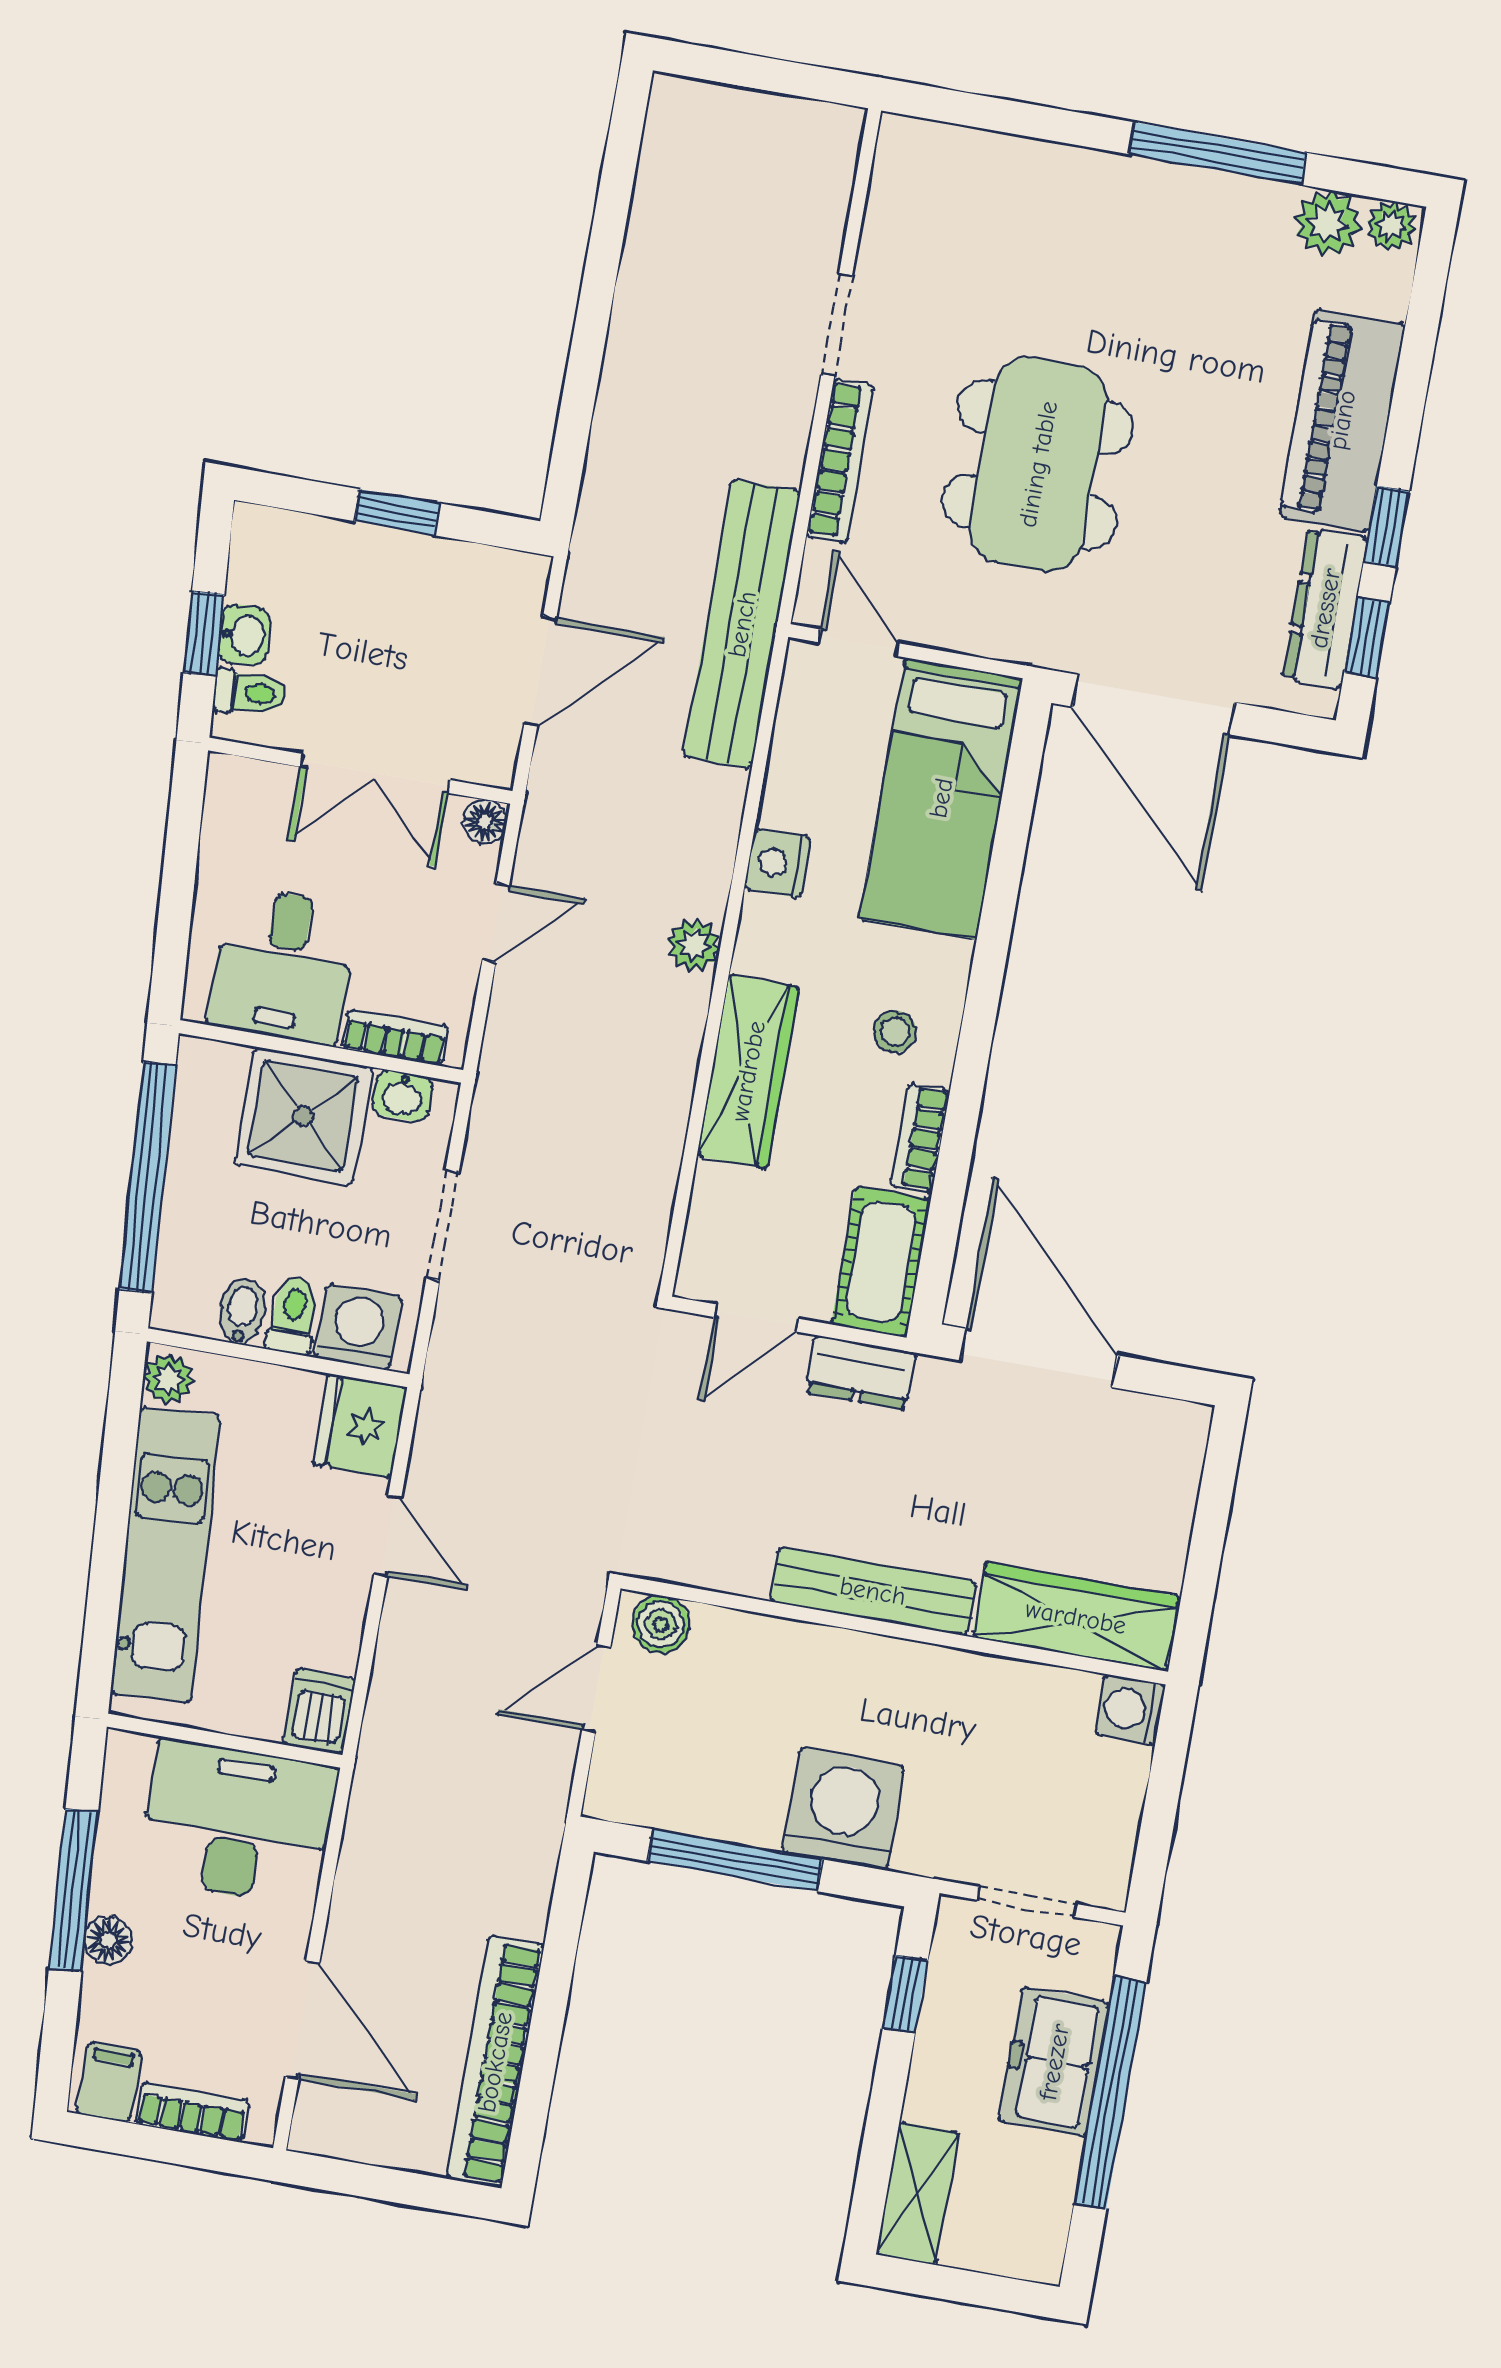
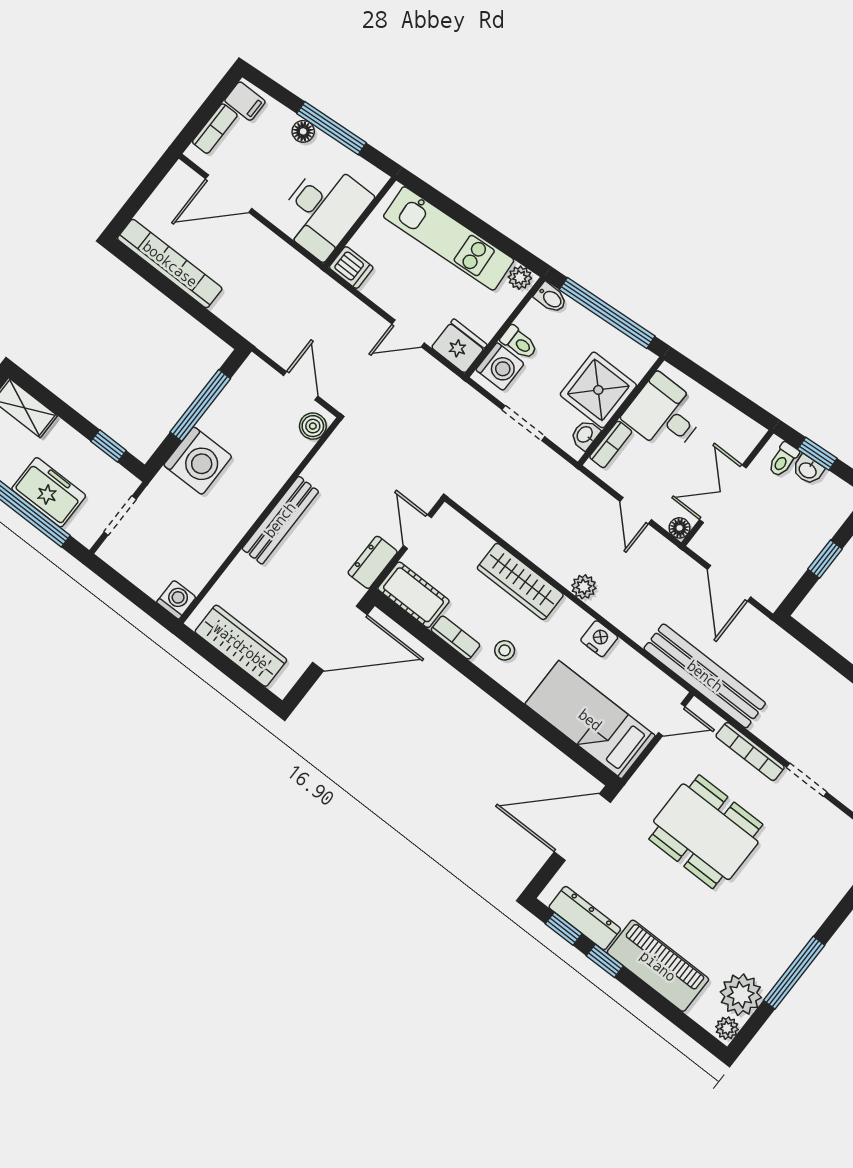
plant: (1328, 223) -> (741, 995), width x1.36, depth x1.36
bidet: (242, 1312) -> (551, 298), moved
wardrobe: (1076, 1617) -> (241, 646), moved, turned -90

